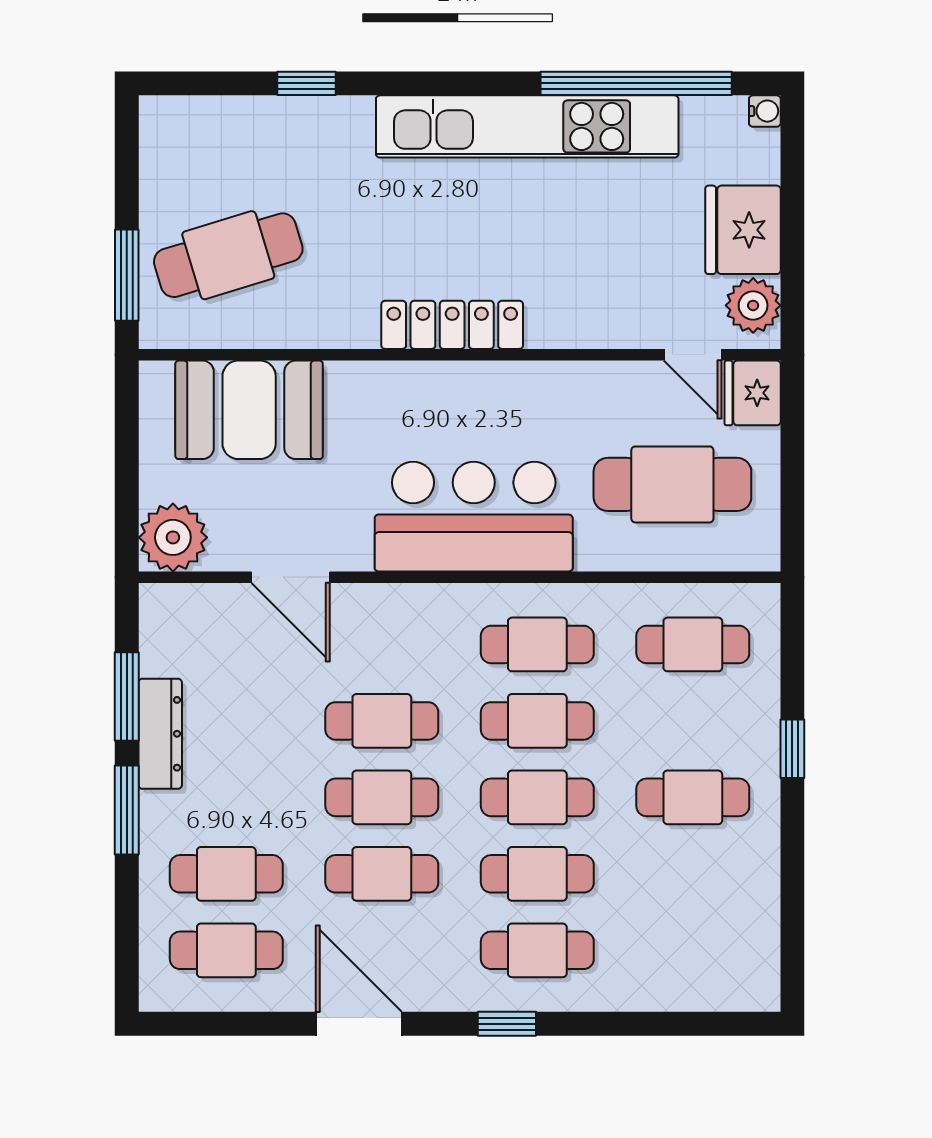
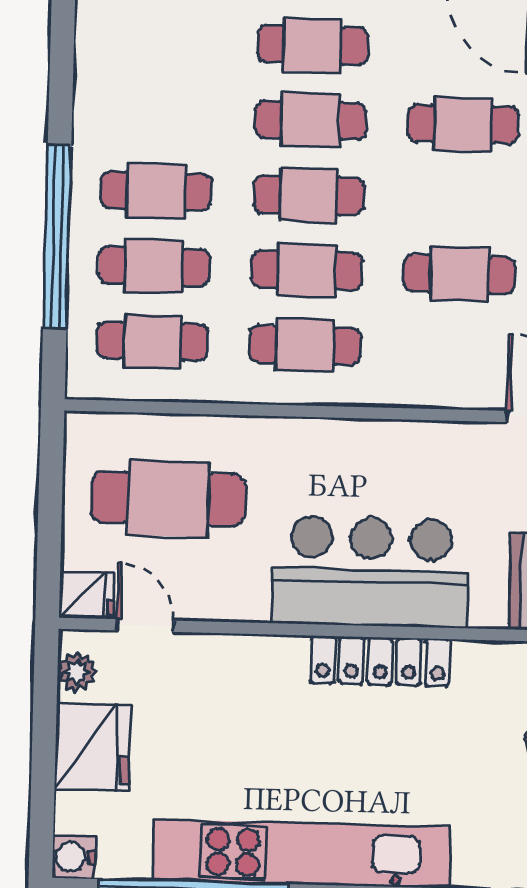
water cooler: (765, 111) -> (74, 857), width x1.38, depth x1.38
plant: (753, 305) -> (77, 672), width x0.73, depth x0.73
fridge: (753, 393) -> (87, 595), width x0.72
bar counter: (474, 517) -> (371, 572), moved, turned 180
window: (792, 749) -> (57, 236), width x3.17
cafe table: (382, 797) -> (154, 266), moved

